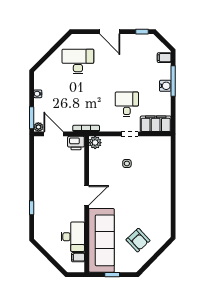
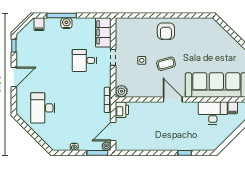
coffee table: (123, 188) -> (166, 64), added
armchair: (138, 240) -> (166, 31), moved, turned 133

